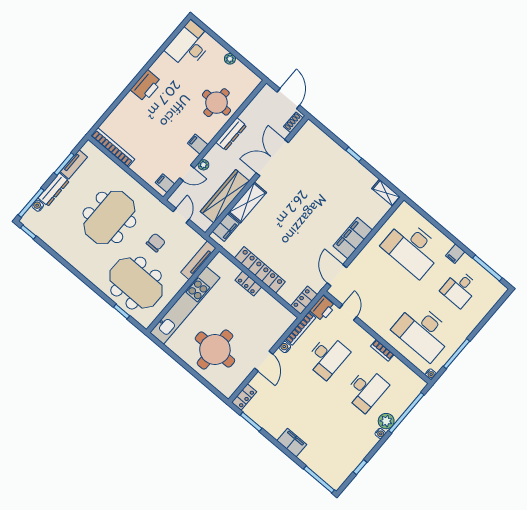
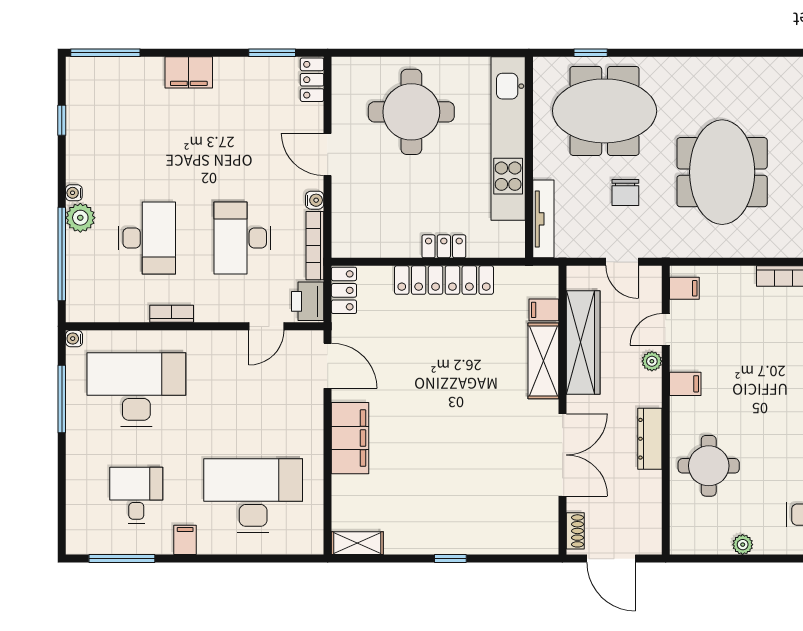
filing cabinet: (226, 228) -> (544, 310), width x0.50
door: (348, 313) -> (266, 326), hinge flipped
desk: (366, 390) -> (147, 238), turned 180

